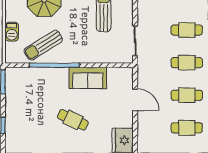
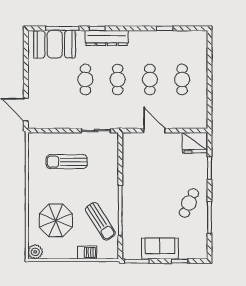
sofa: (88, 78) -> (160, 249), moved, turned -90
door: (135, 100) -> (154, 131), hinge flipped
cafe table: (73, 120) -> (189, 203), moved

